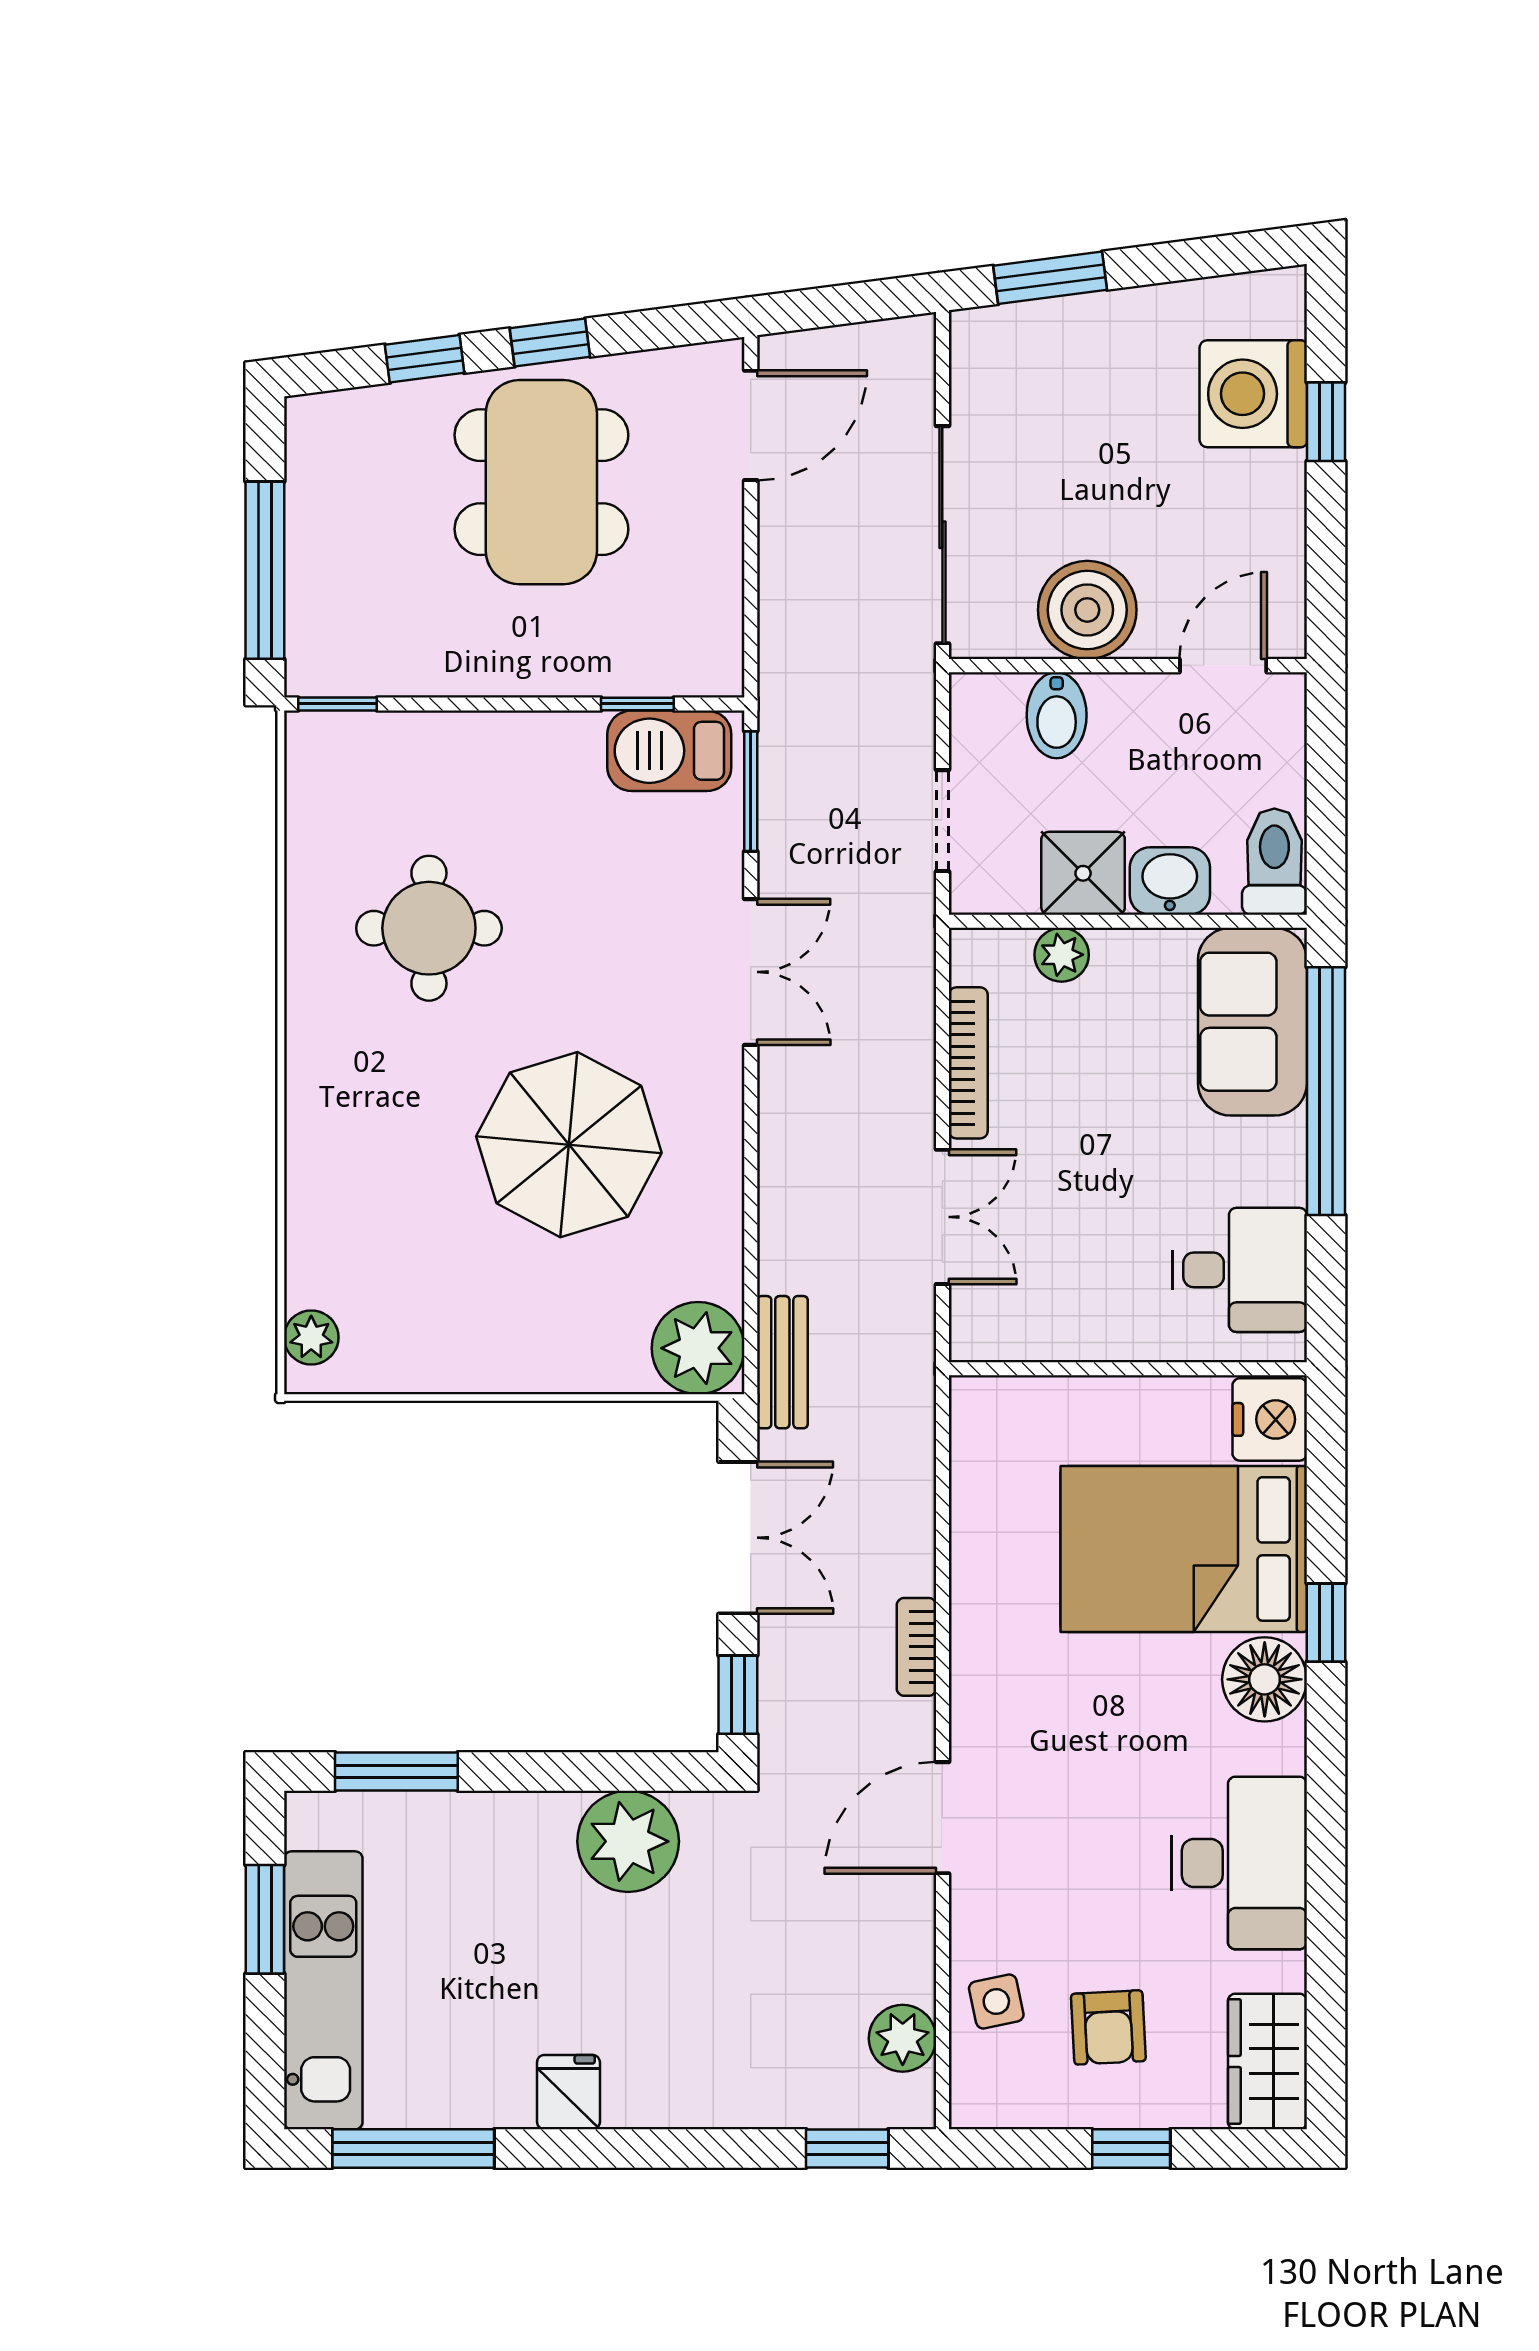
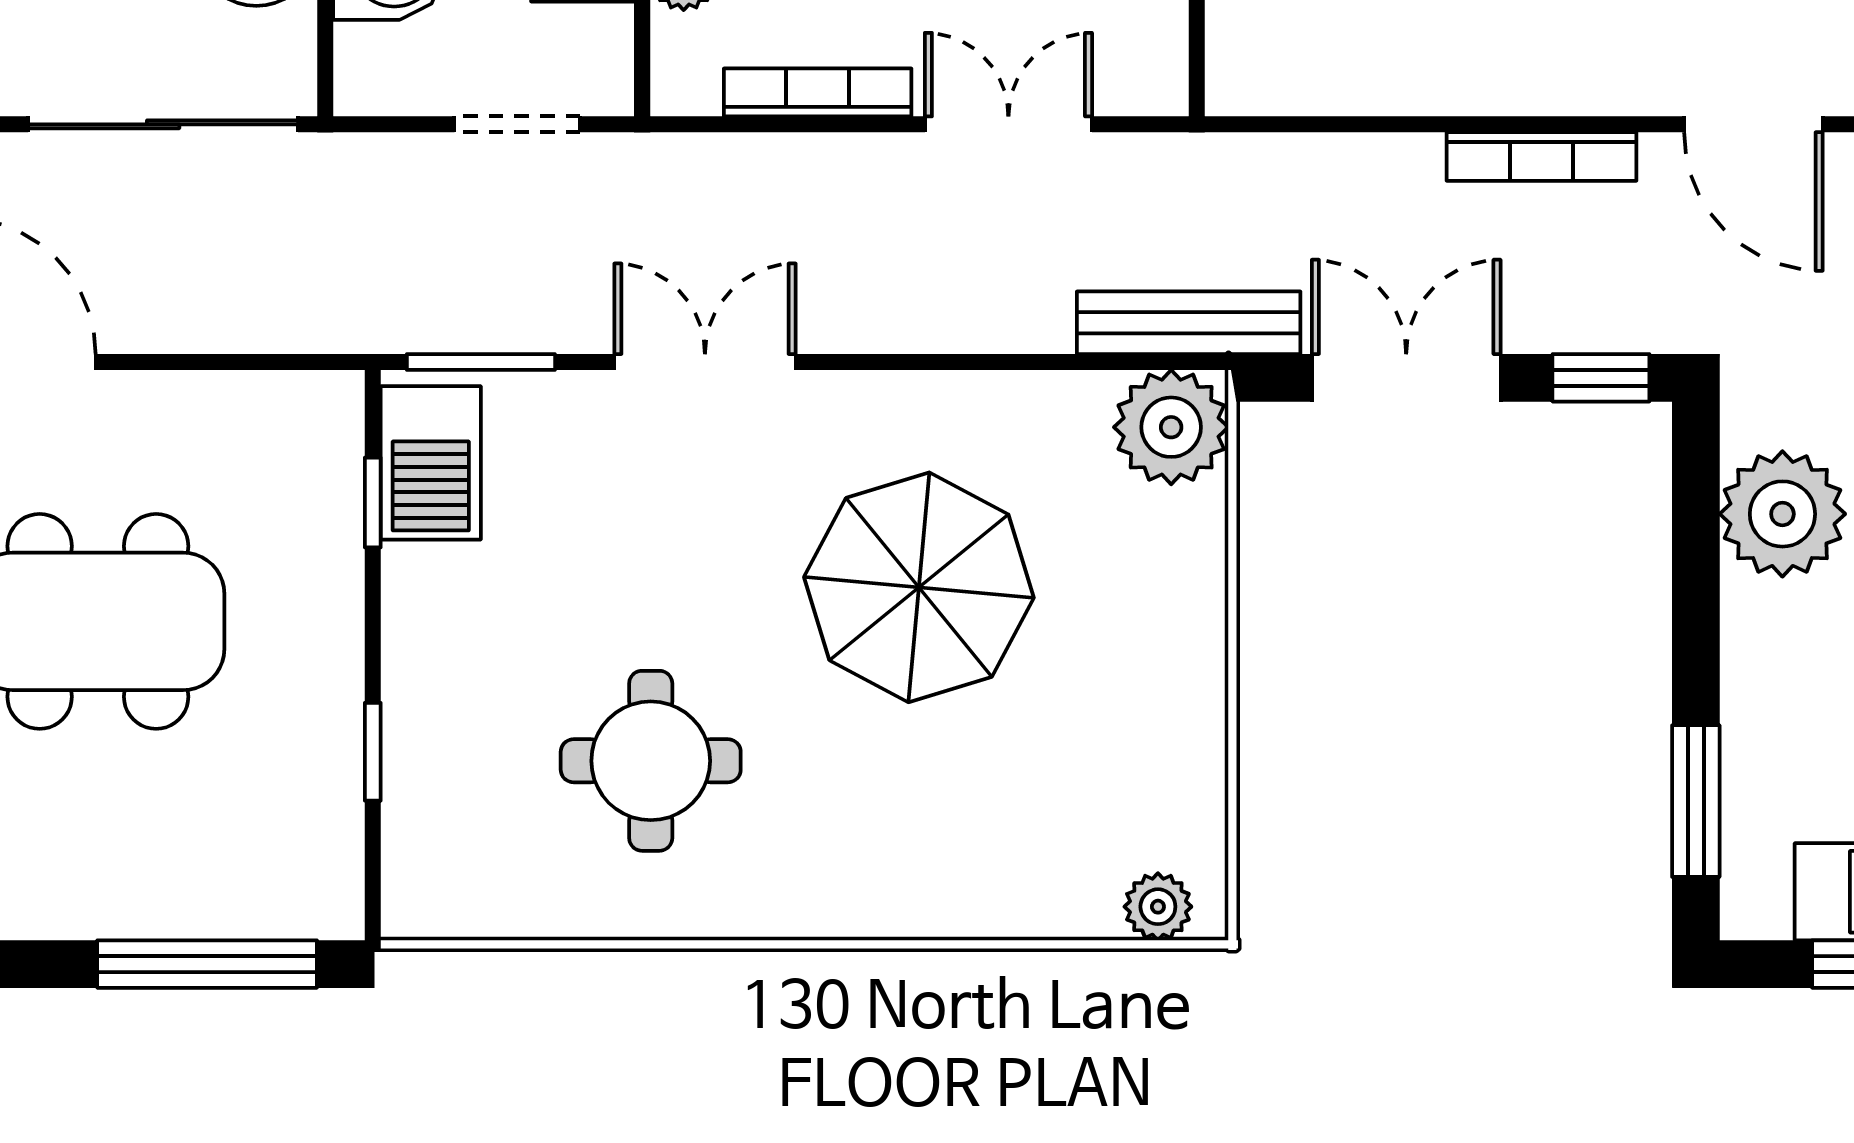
window: (338, 704) -> (373, 752), moved
bench: (782, 1362) -> (1189, 323), width x1.36
bookcase: (916, 1647) -> (1541, 157), width x1.56

